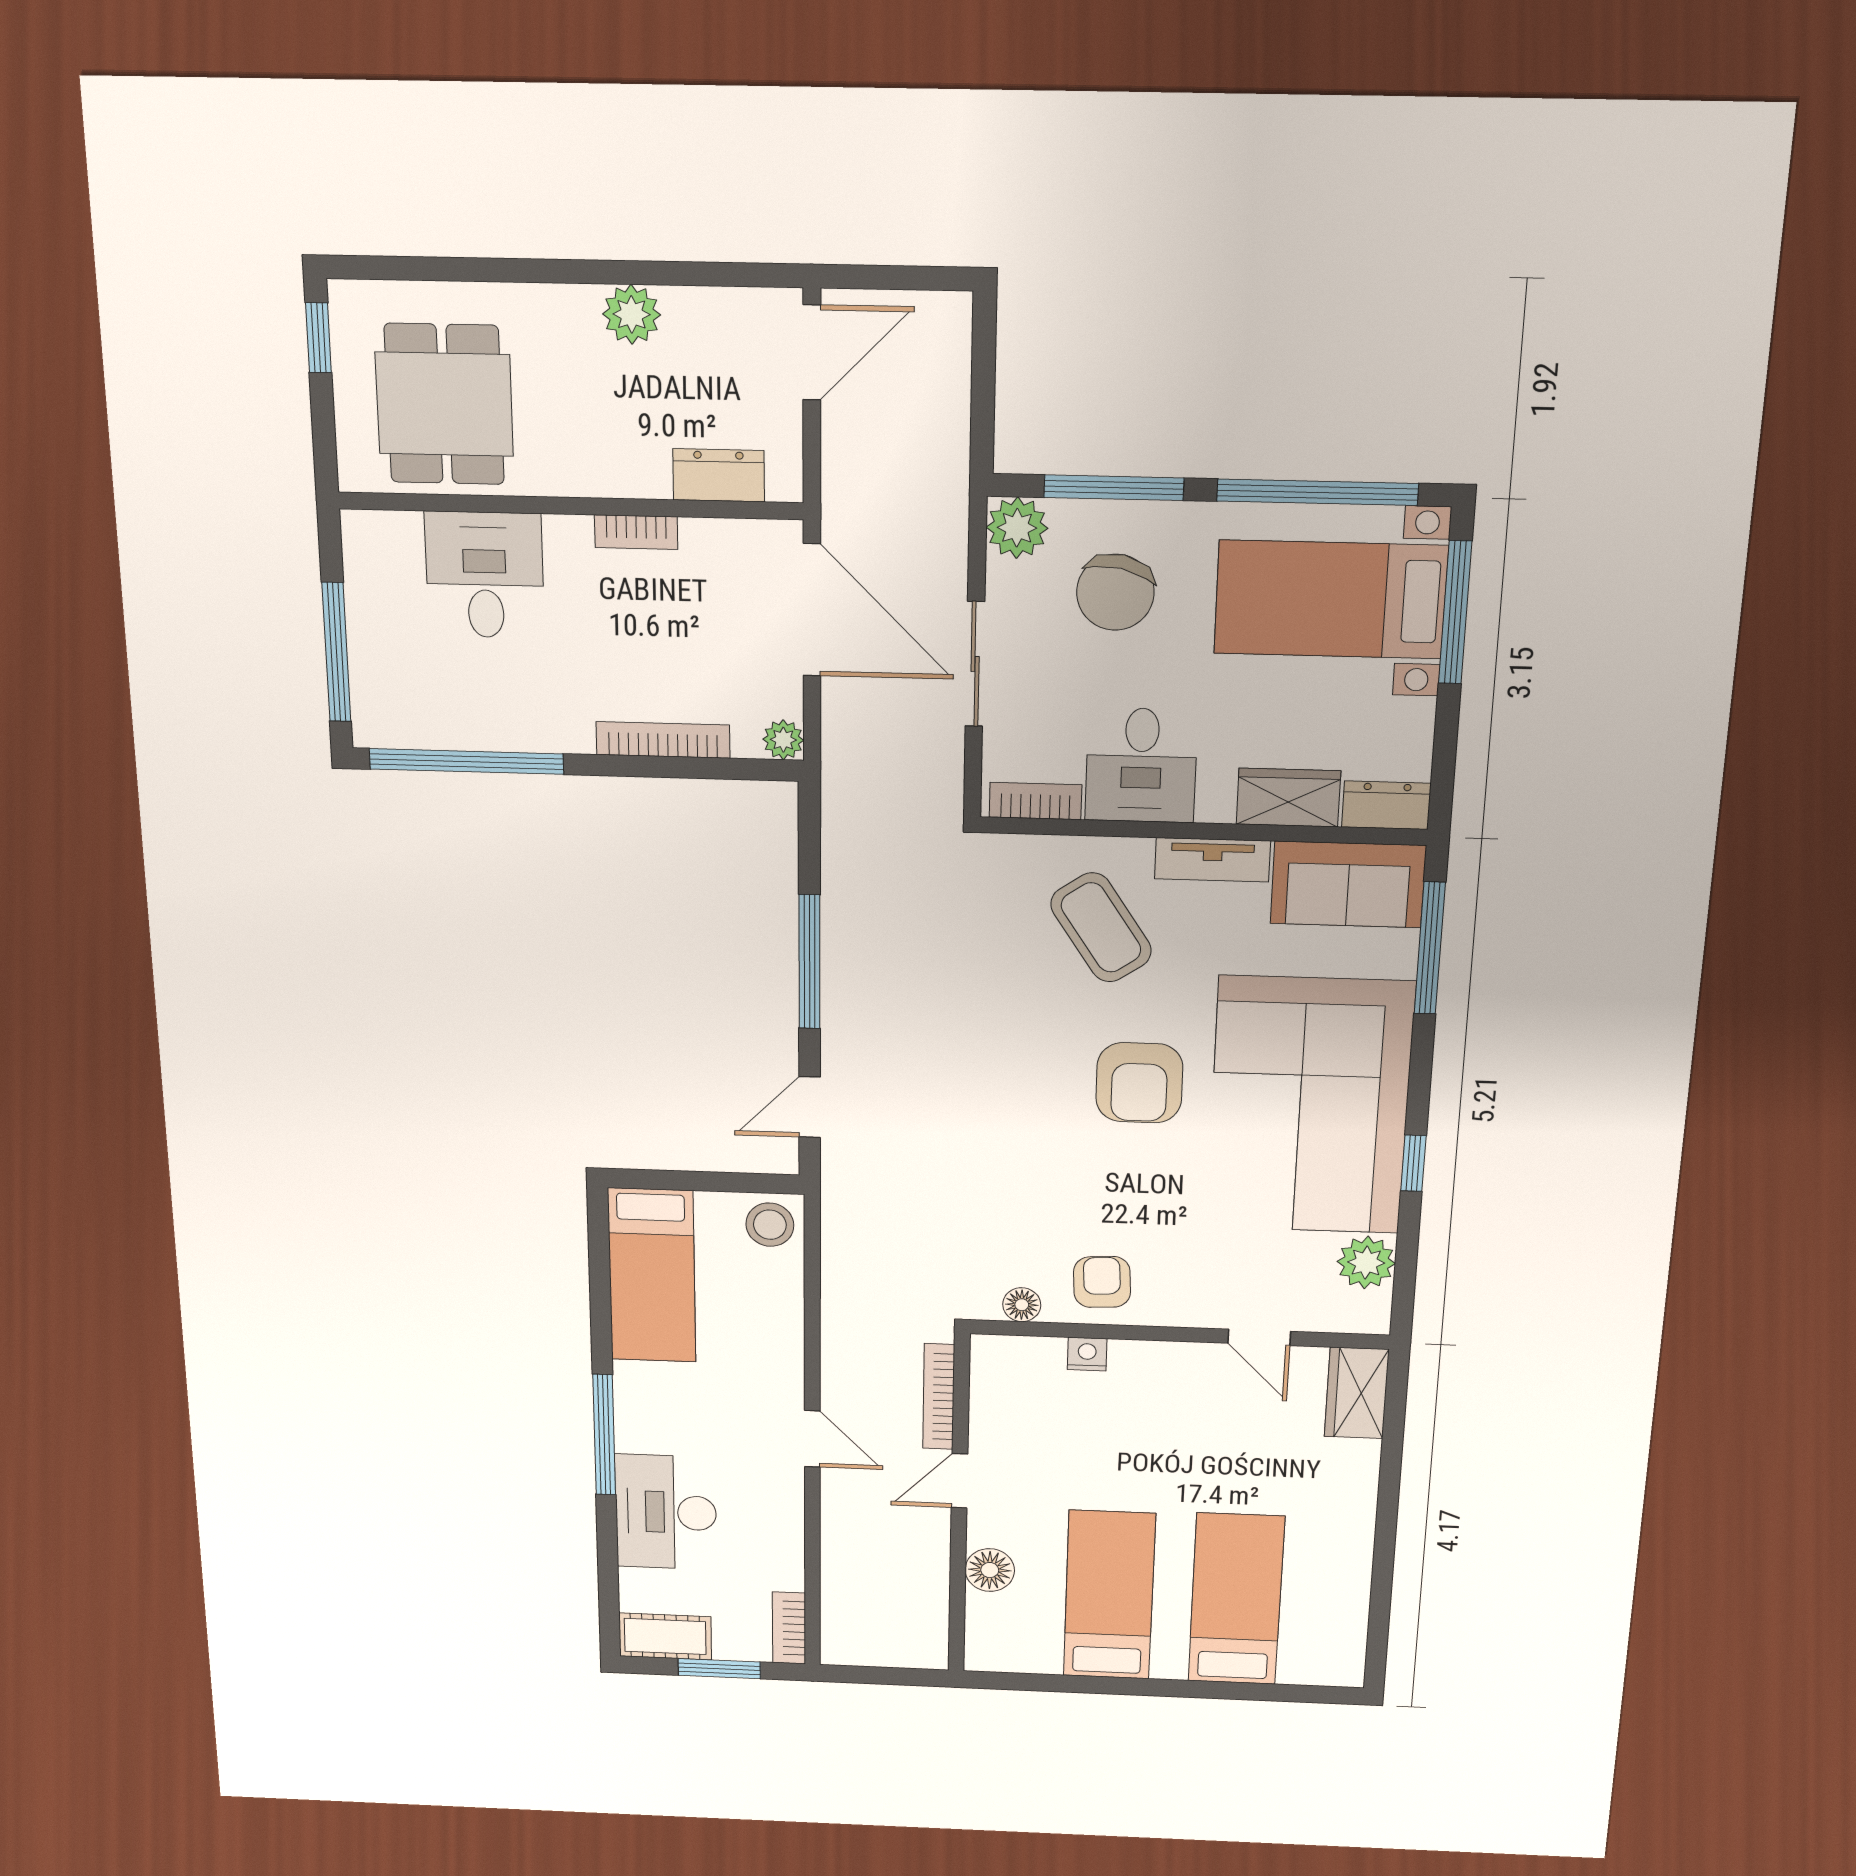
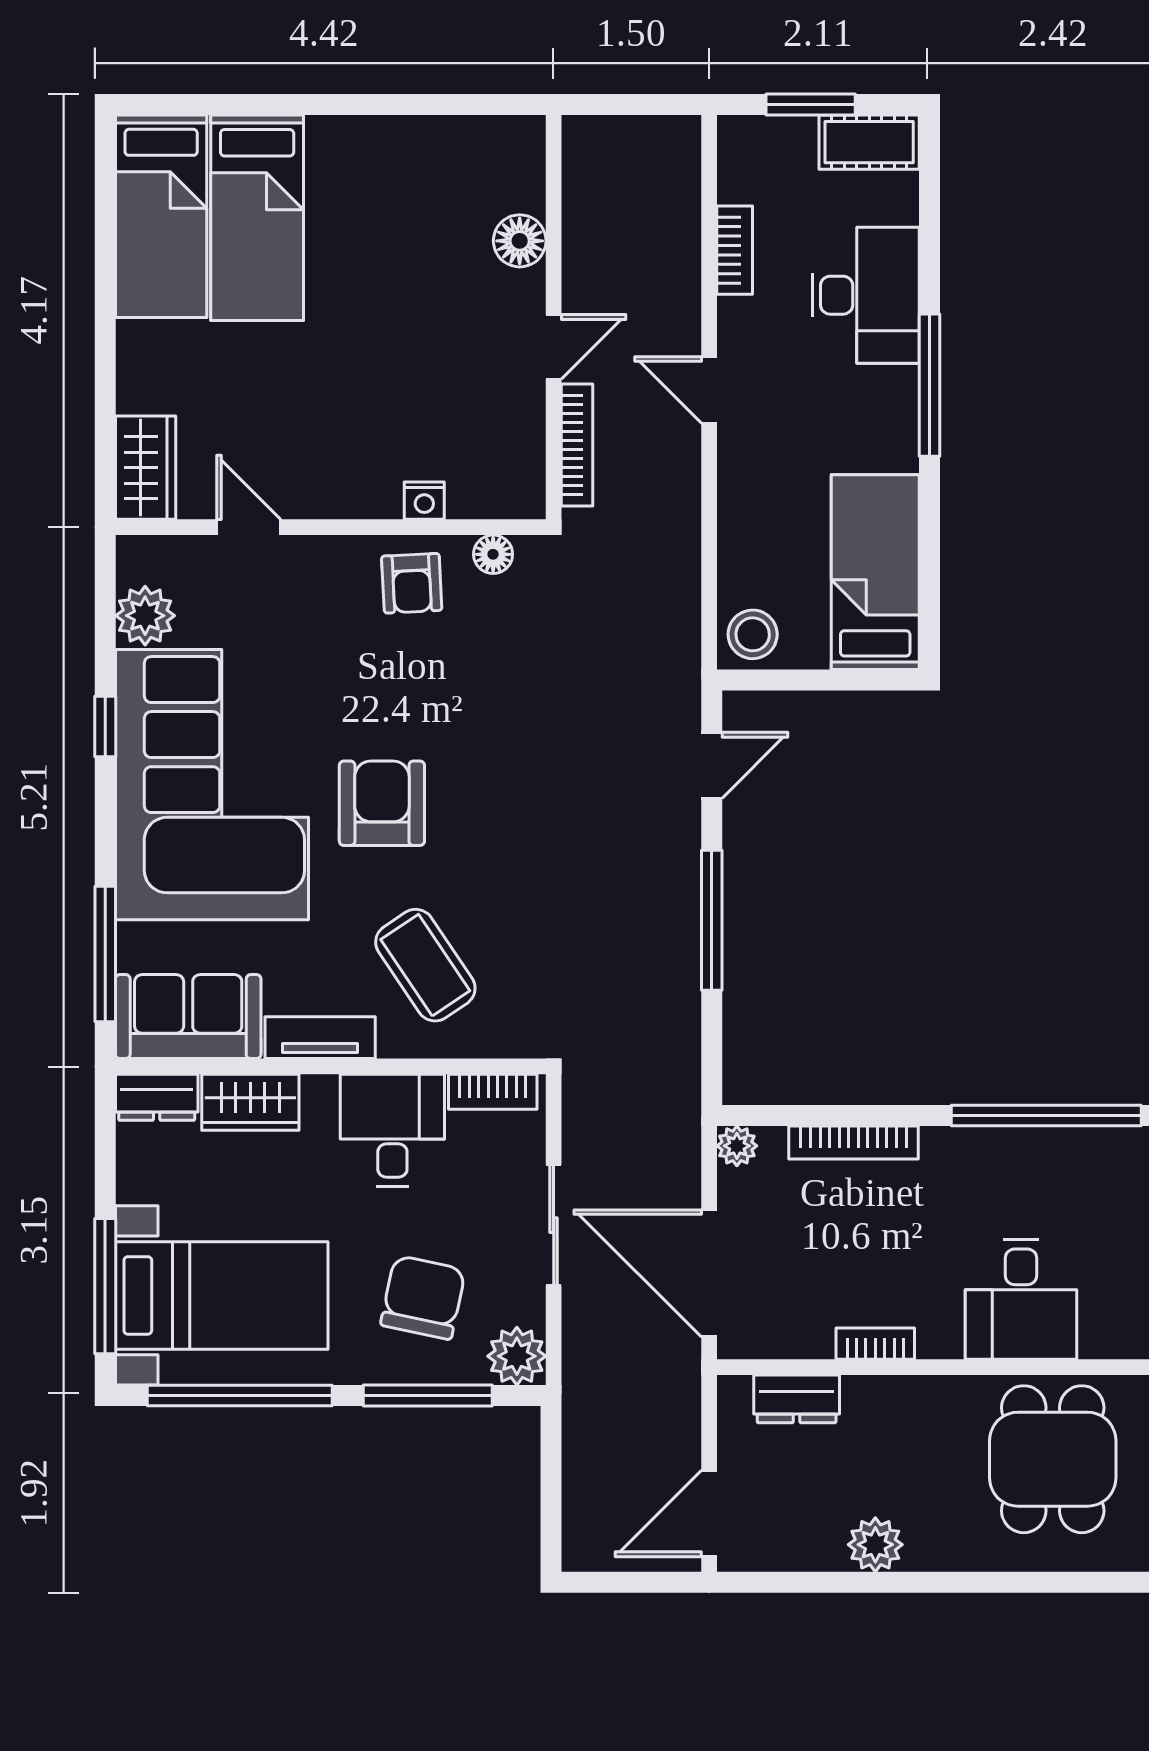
bed: (1109, 1595) -> (161, 216), moved
bookcase: (789, 1628) -> (735, 250), moved

